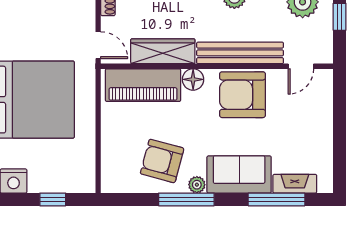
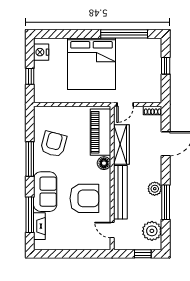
armchair: (242, 95) -> (84, 198), moved, turned 90
plant: (197, 185) -> (39, 166), removed

